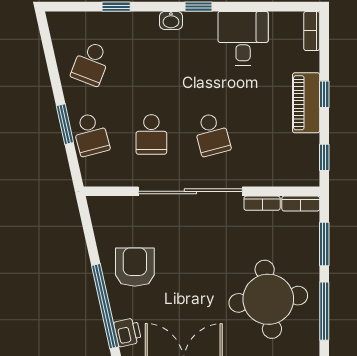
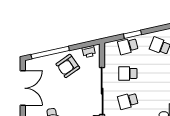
armchair: (135, 267) -> (68, 66), turned 145
printer: (128, 332) -> (89, 52), moved

